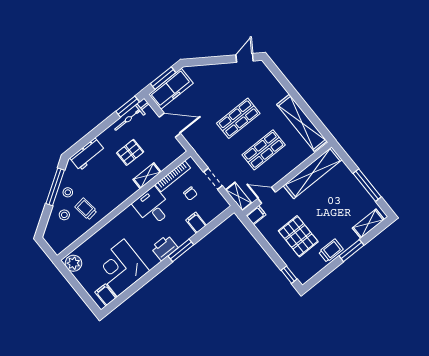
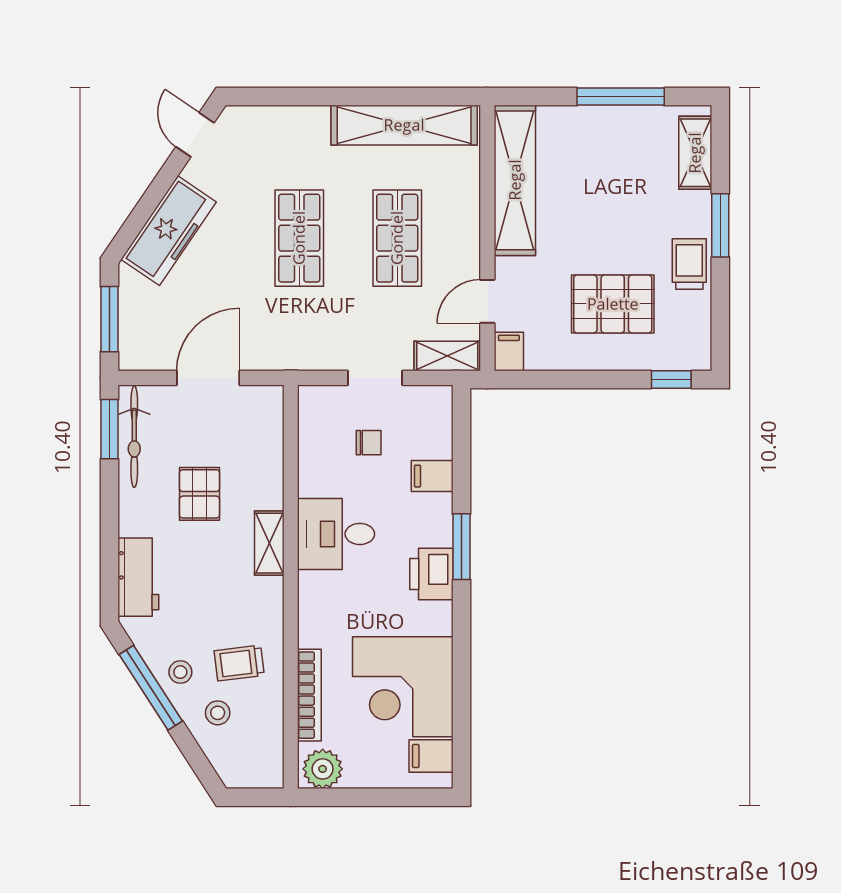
freezer: (171, 89) -> (169, 231), moved, turned 34
shelving: (147, 176) -> (269, 543), moved
bookcase: (173, 176) -> (309, 695), moved

